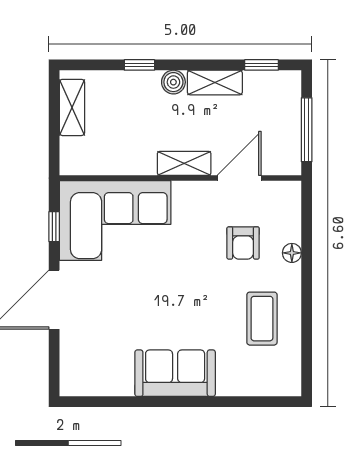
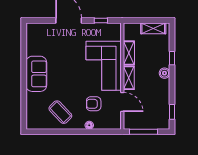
shelving: (215, 83) -> (129, 53), moved
corner sofa: (115, 220) -> (104, 66), moved
coffee table: (262, 319) -> (60, 112), turned 46

